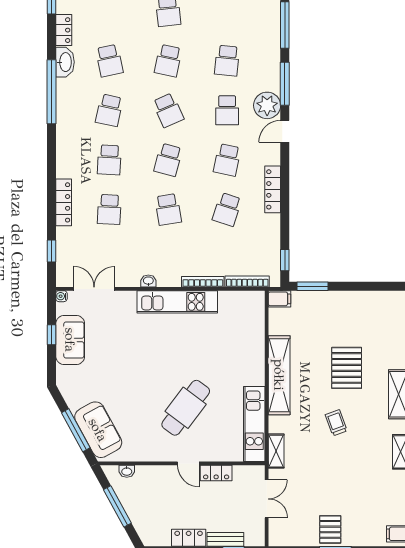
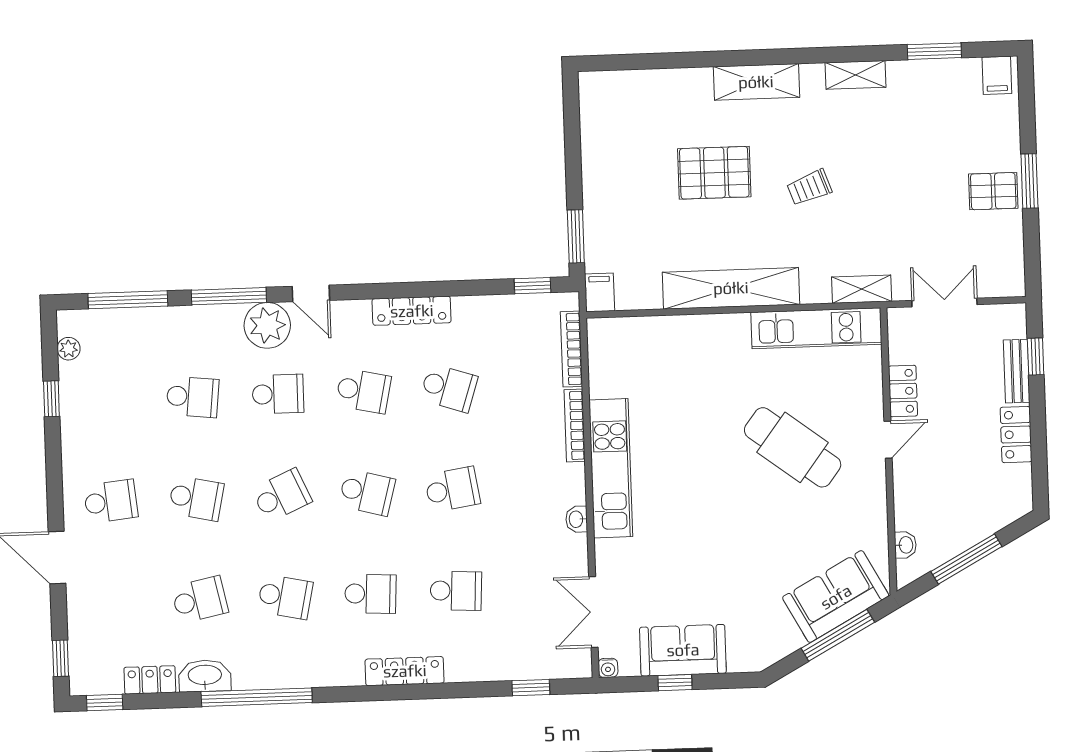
locker: (64, 202) -> (405, 671), moved

